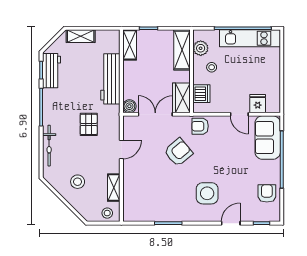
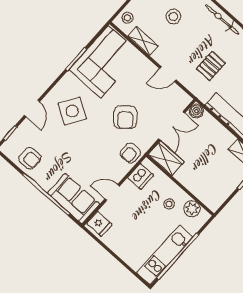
shelving: (182, 50) -> (204, 193), removed
dishwasher: (201, 94) -> (141, 176), moved, turned -90
fridge: (258, 104) -> (99, 224), moved
pallet: (89, 124) -> (211, 66), turned 90
armchair: (200, 126) -> (130, 153), turned 180
door: (121, 149) -> (168, 74), hinge flipped
side table: (207, 193) -> (72, 111), turned 31
corner sofa: (152, 202) -> (104, 62), added

